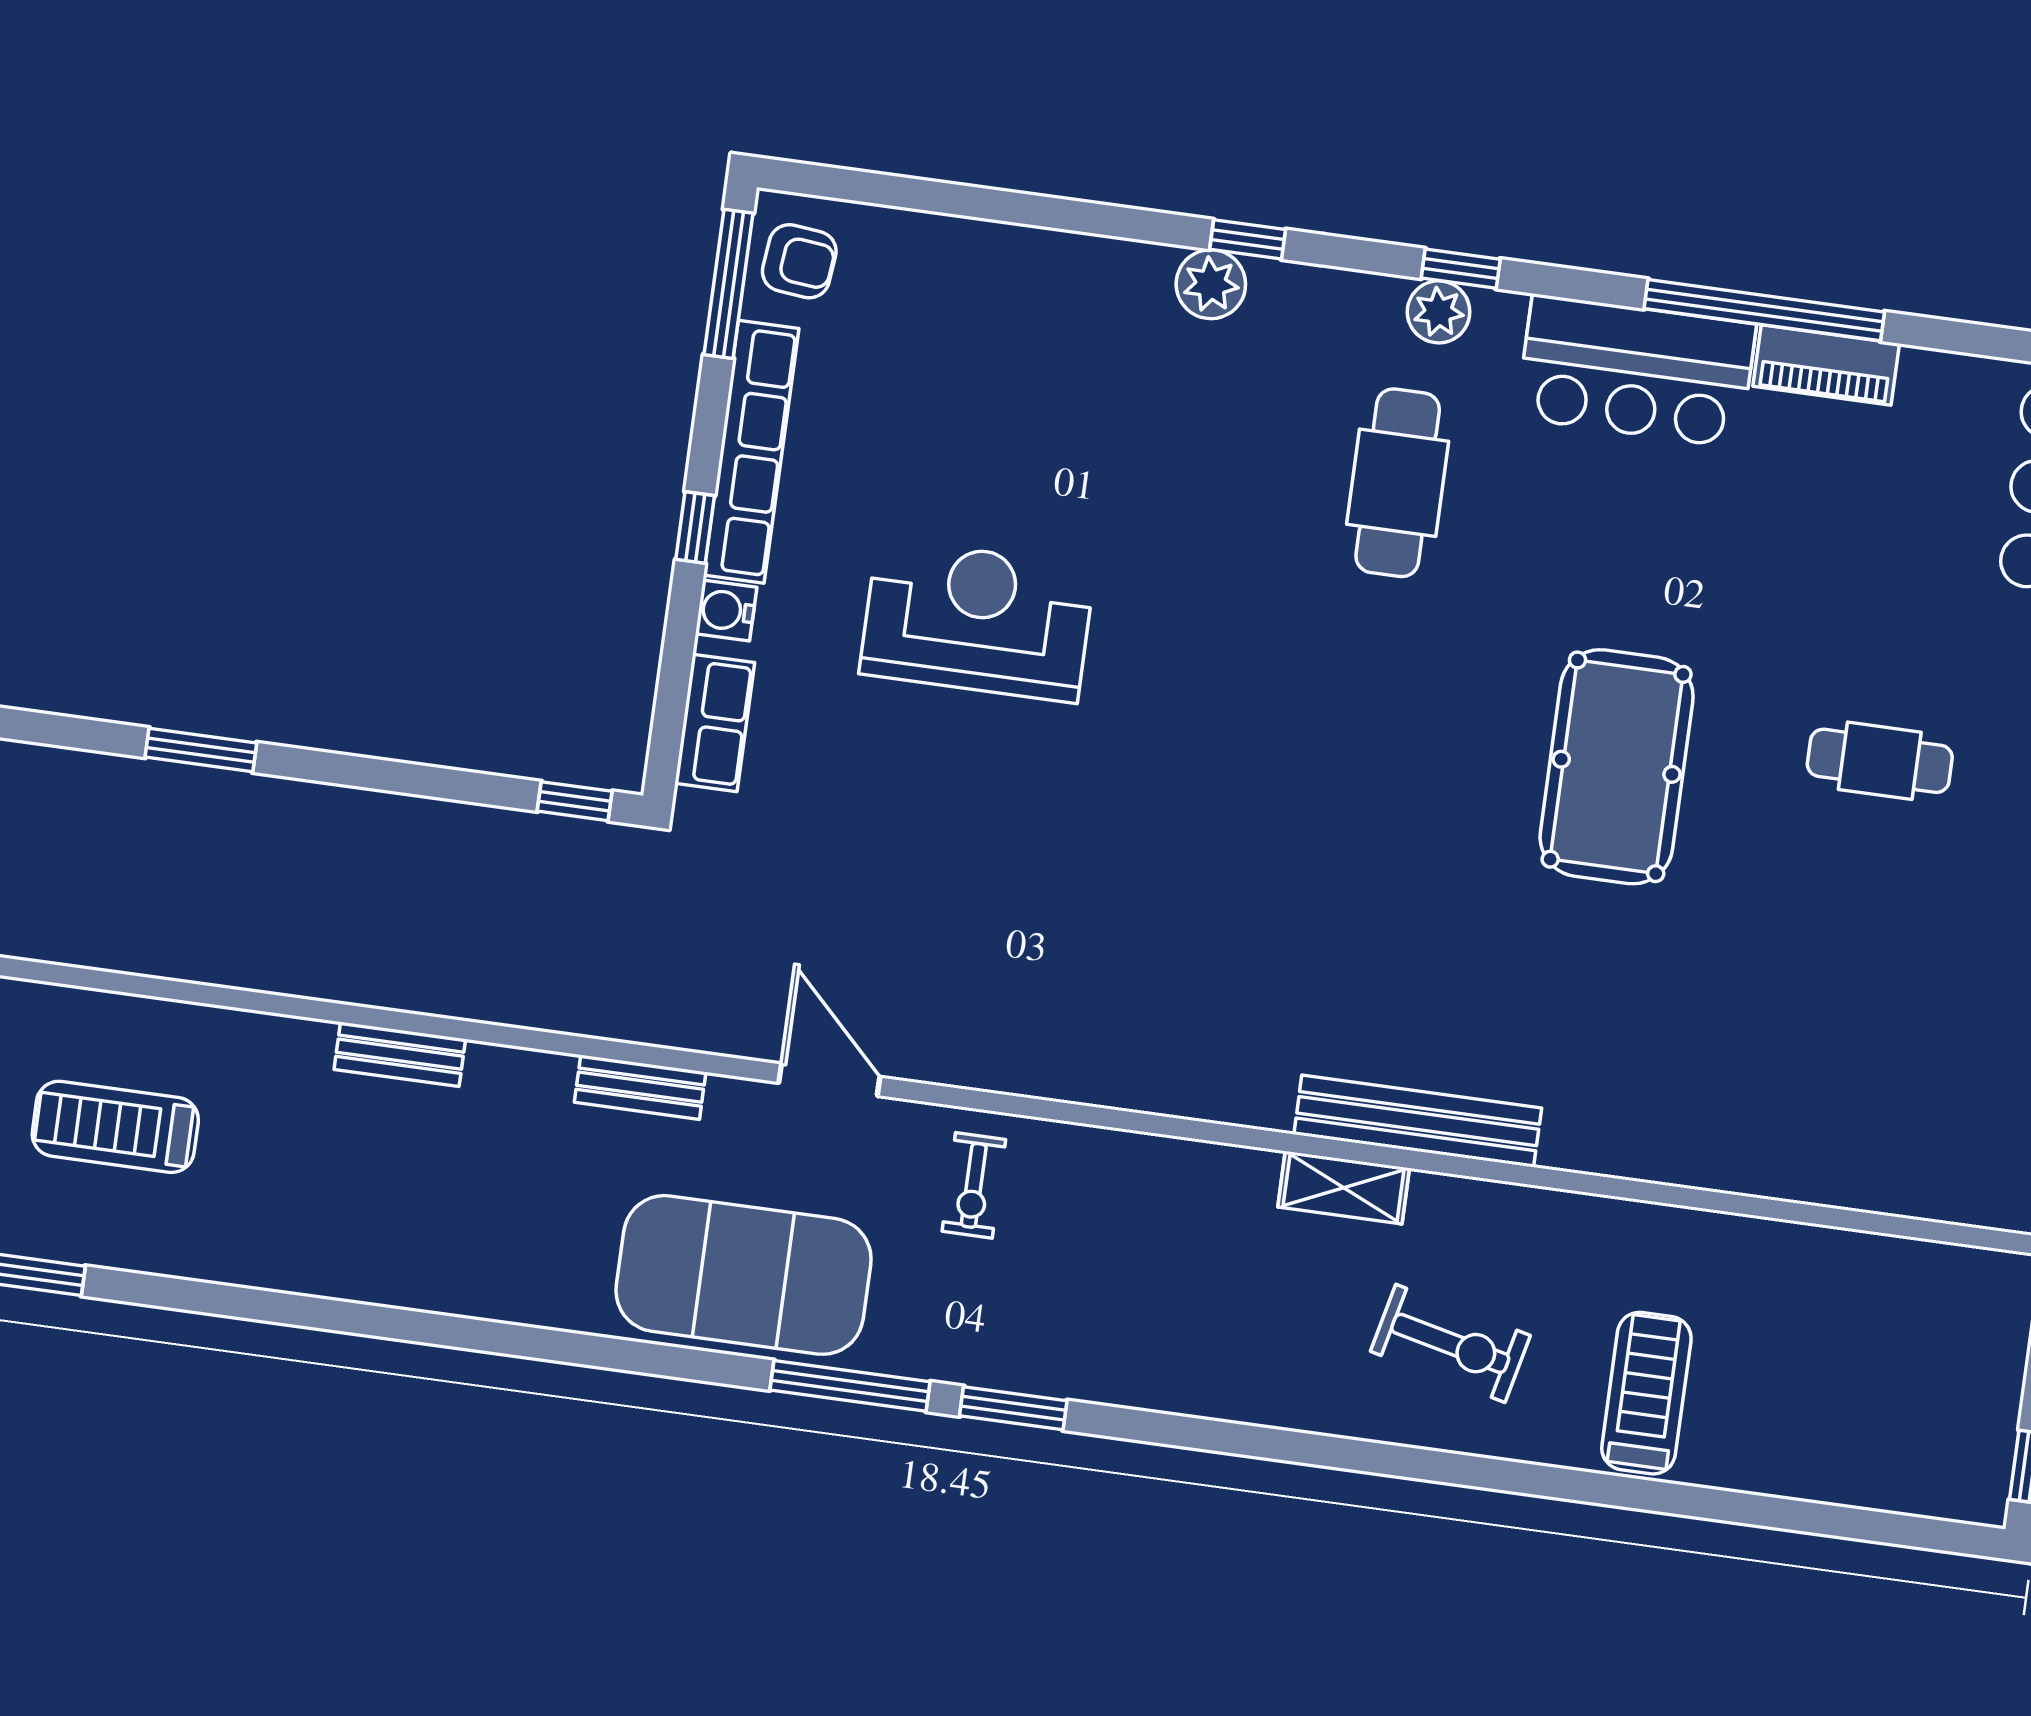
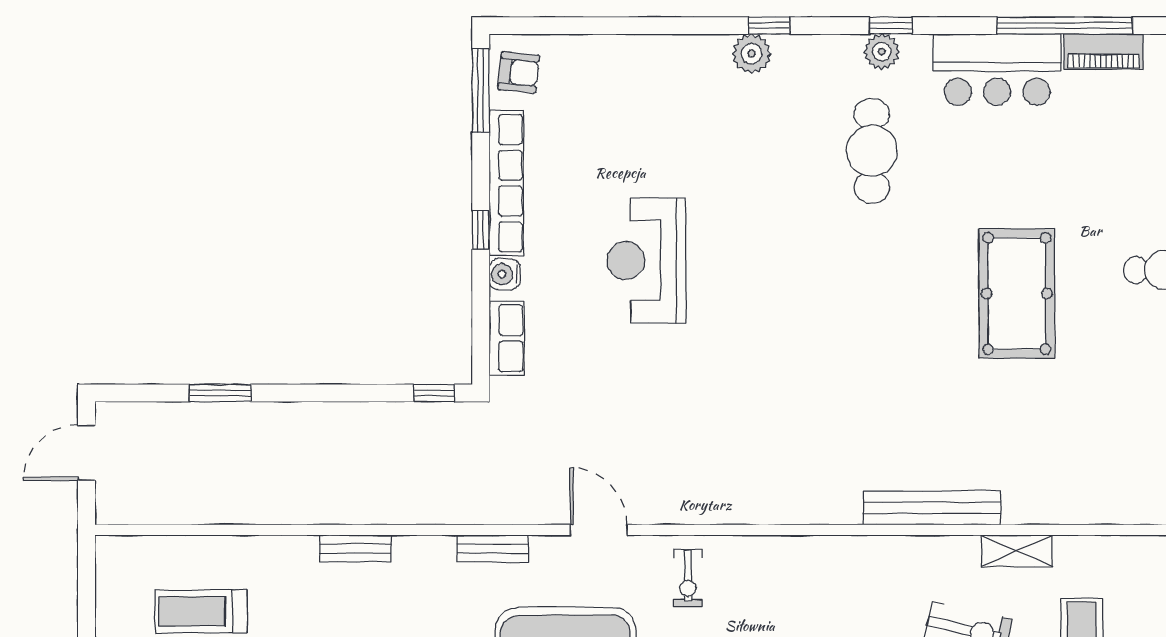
reception desk: (977, 620) -> (646, 260), turned -90
shelving: (1344, 1188) -> (1017, 551), moved

